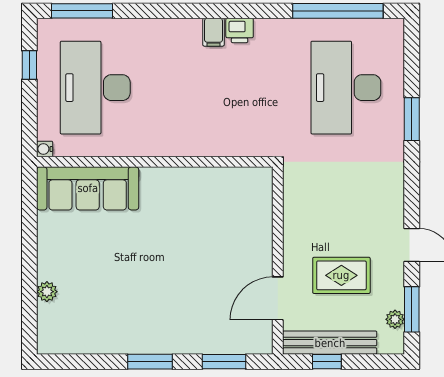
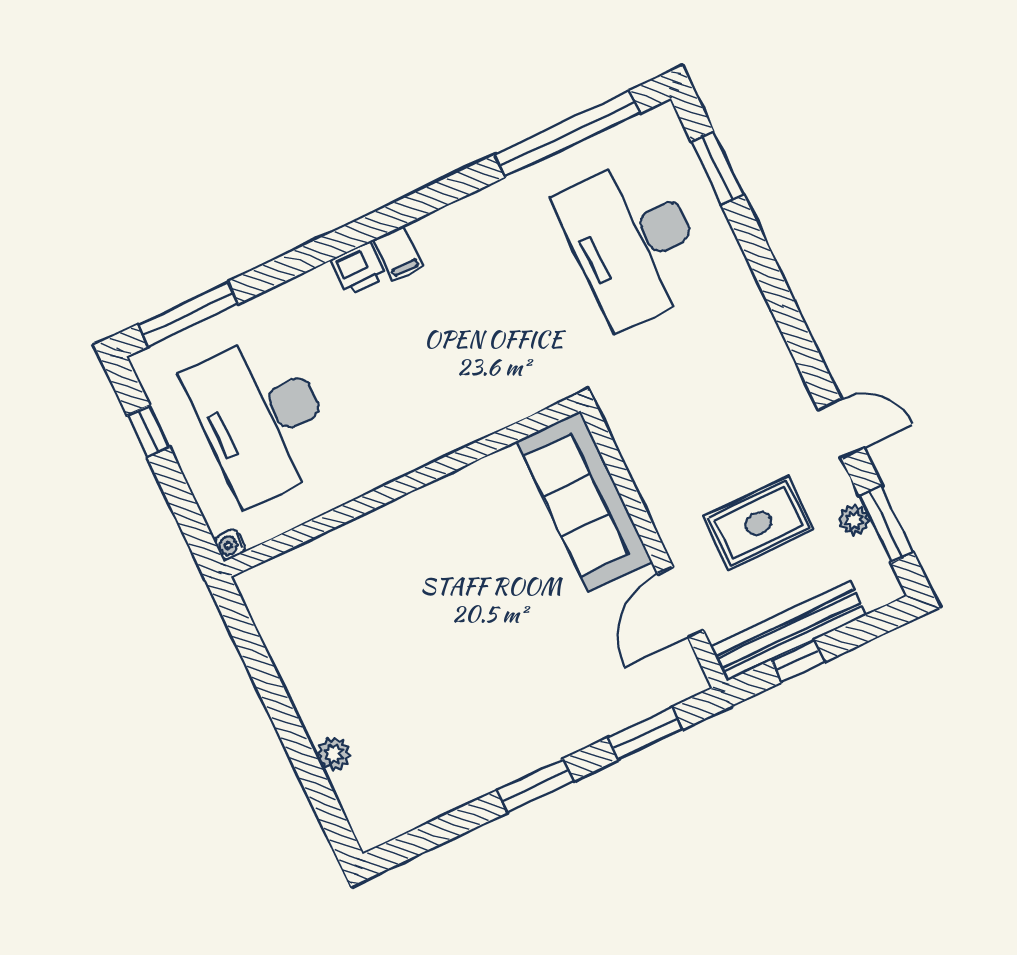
printer: (240, 30) -> (358, 269), moved
window: (412, 119) -> (717, 168), moved
sofa: (88, 188) -> (584, 501), moved, turned 90
plant: (395, 319) -> (854, 520), moved

